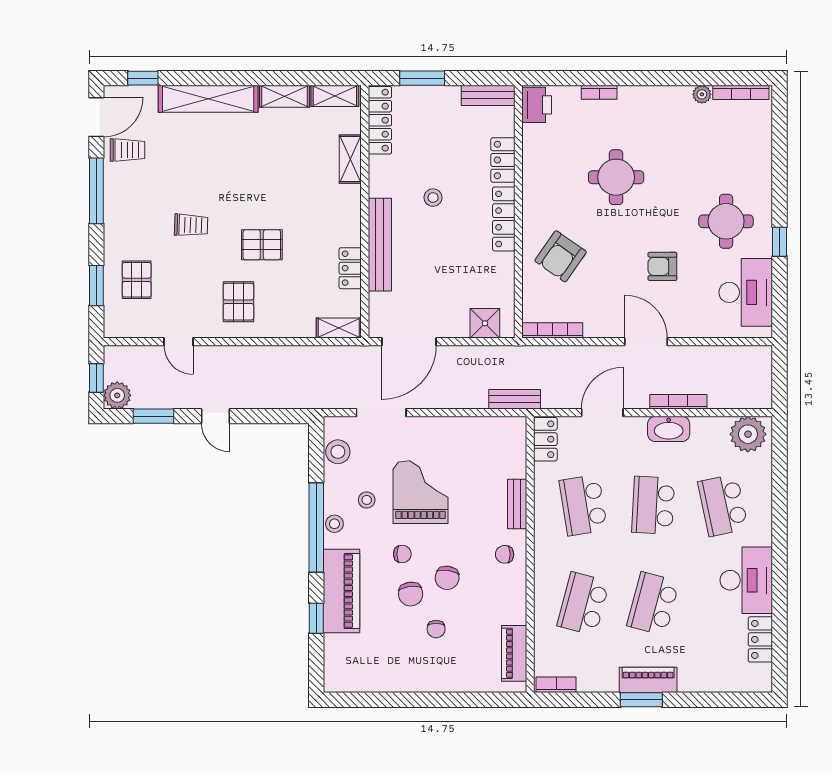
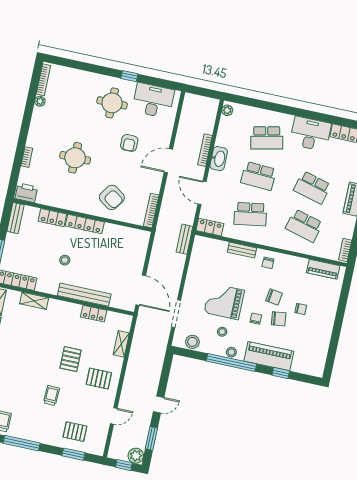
shower: (485, 323) -> (140, 247), removed
shelving: (339, 328) -> (121, 344), moved
plant: (748, 434) -> (227, 110), width x0.53, depth x0.53

